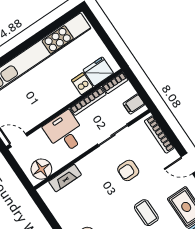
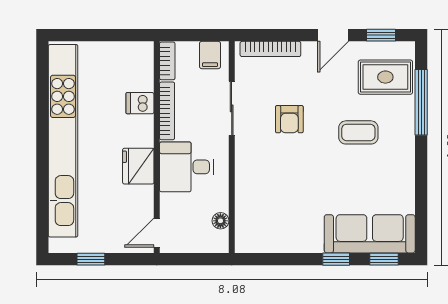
fridge: (98, 72) -> (138, 166), moved
floor lamp: (41, 169) -> (220, 221), width x0.53, depth x0.53
fireplace: (65, 178) -> (245, 206), removed

